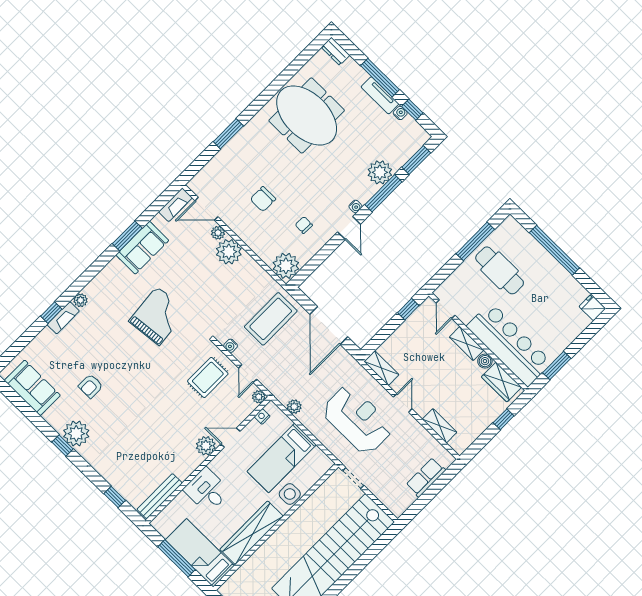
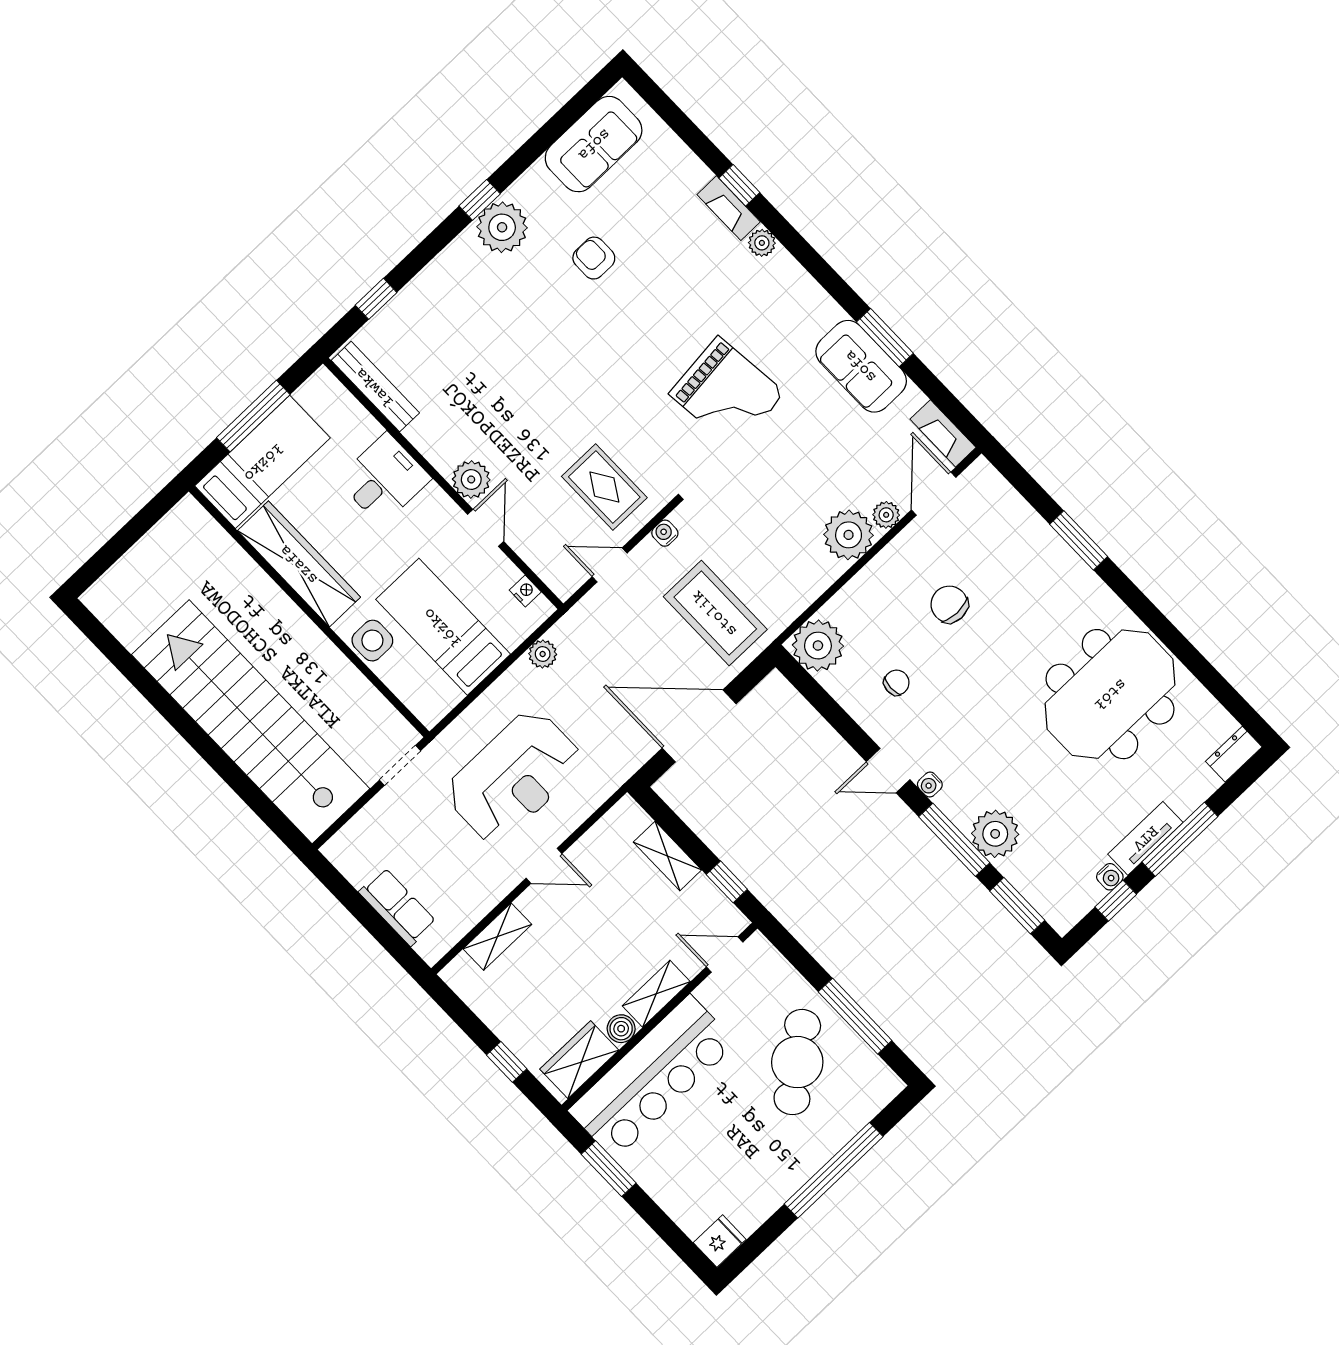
cafe table: (500, 270) -> (797, 1062), turned -38
shelving: (381, 368) -> (667, 856), moved, turned 90
plant: (259, 397) -> (564, 585), removed

